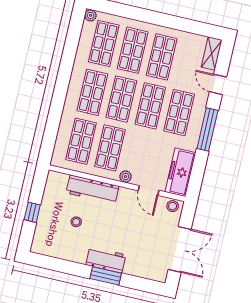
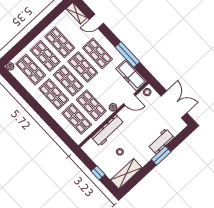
window: (207, 129) -> (127, 54), moved
shelving: (54, 248) -> (126, 174), added
workbench: (106, 260) -> (161, 141), moved

